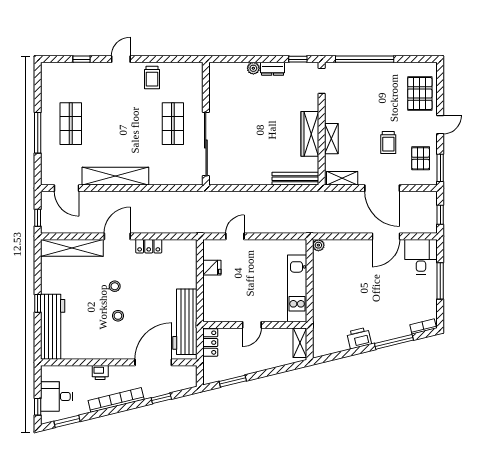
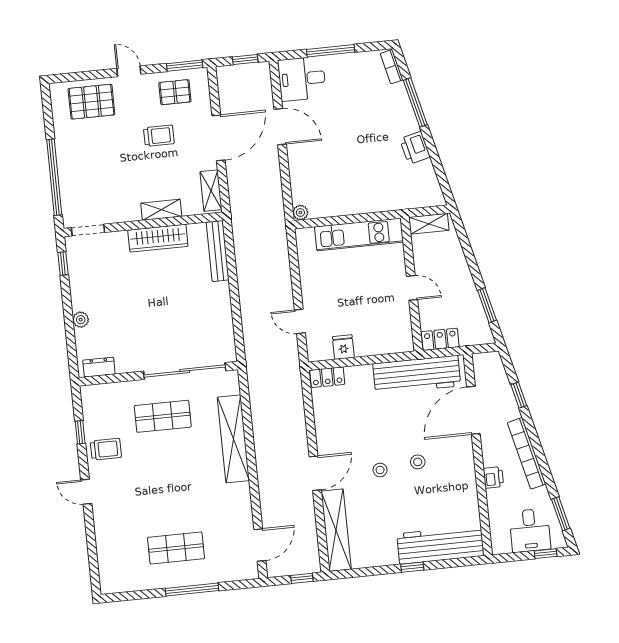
window: (81, 59) -> (80, 432), moved
dresser: (273, 69) -> (99, 367), moved, turned -90
shelving: (115, 176) -> (233, 439), moved
door: (117, 236) -> (315, 473), swing flipped
locker: (149, 246) -> (327, 377), moved, turned 90
door: (153, 362) -> (473, 410), hinge flipped

